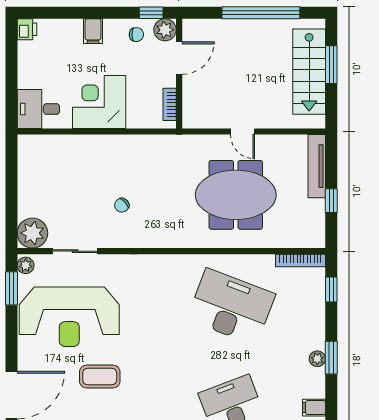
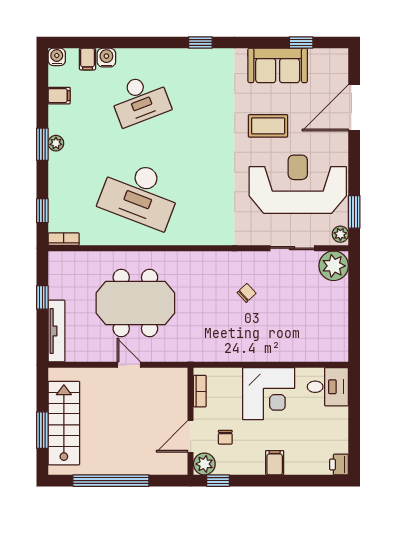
chair: (136, 35) -> (225, 437), moved, turned -90
bookcase: (300, 260) -> (64, 239), width x0.64

